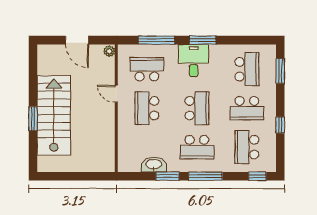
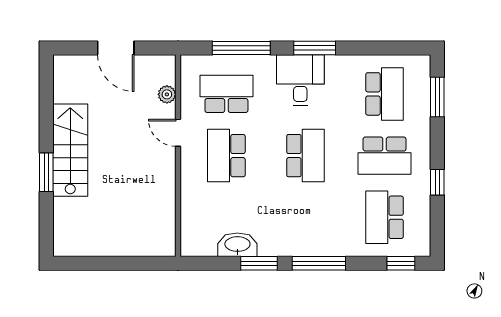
plant: (109, 51) -> (167, 94), moved
stairs: (54, 115) -> (70, 150), width x0.73, depth x0.66
school desk: (197, 147) -> (305, 217), removed

